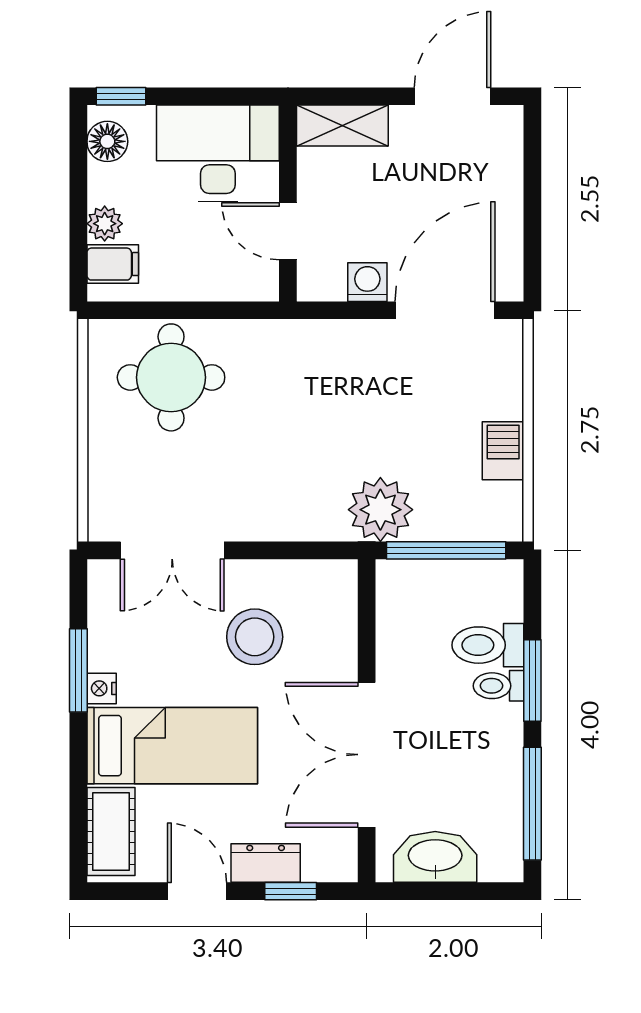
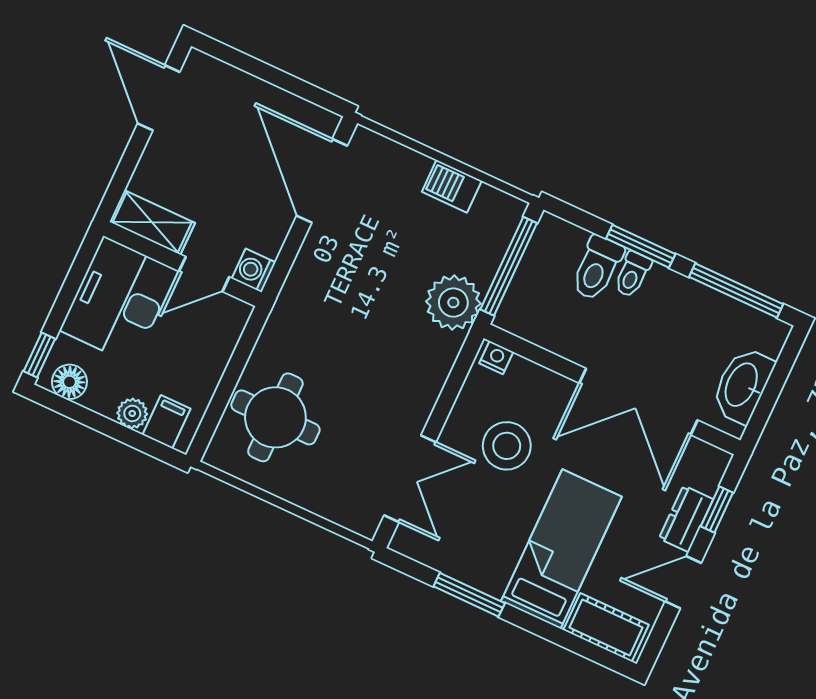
shelving: (342, 126) -> (152, 222), moved, turned 90
washing machine: (367, 282) -> (254, 271), moved
nightstand: (102, 688) -> (496, 358), moved, turned 180

